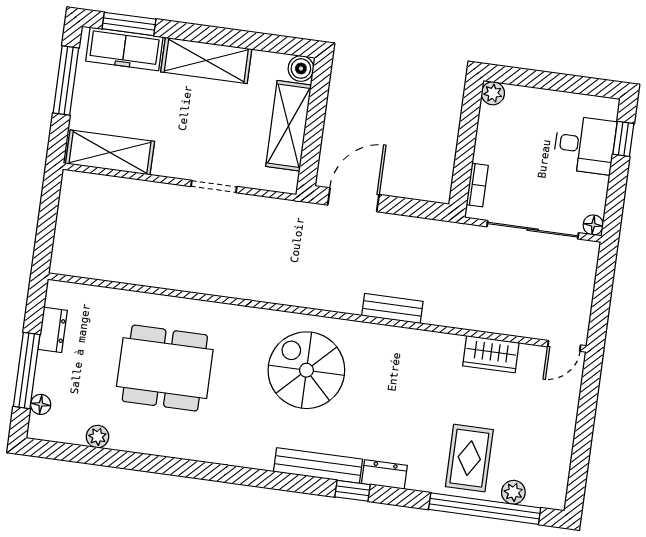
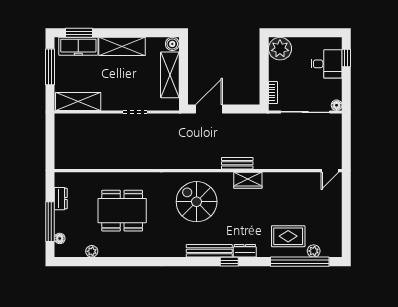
plant: (493, 93) -> (280, 49), width x1.88, depth x1.88
wardrobe: (491, 354) -> (248, 180), moved
rug: (469, 458) -> (288, 236), turned 90

